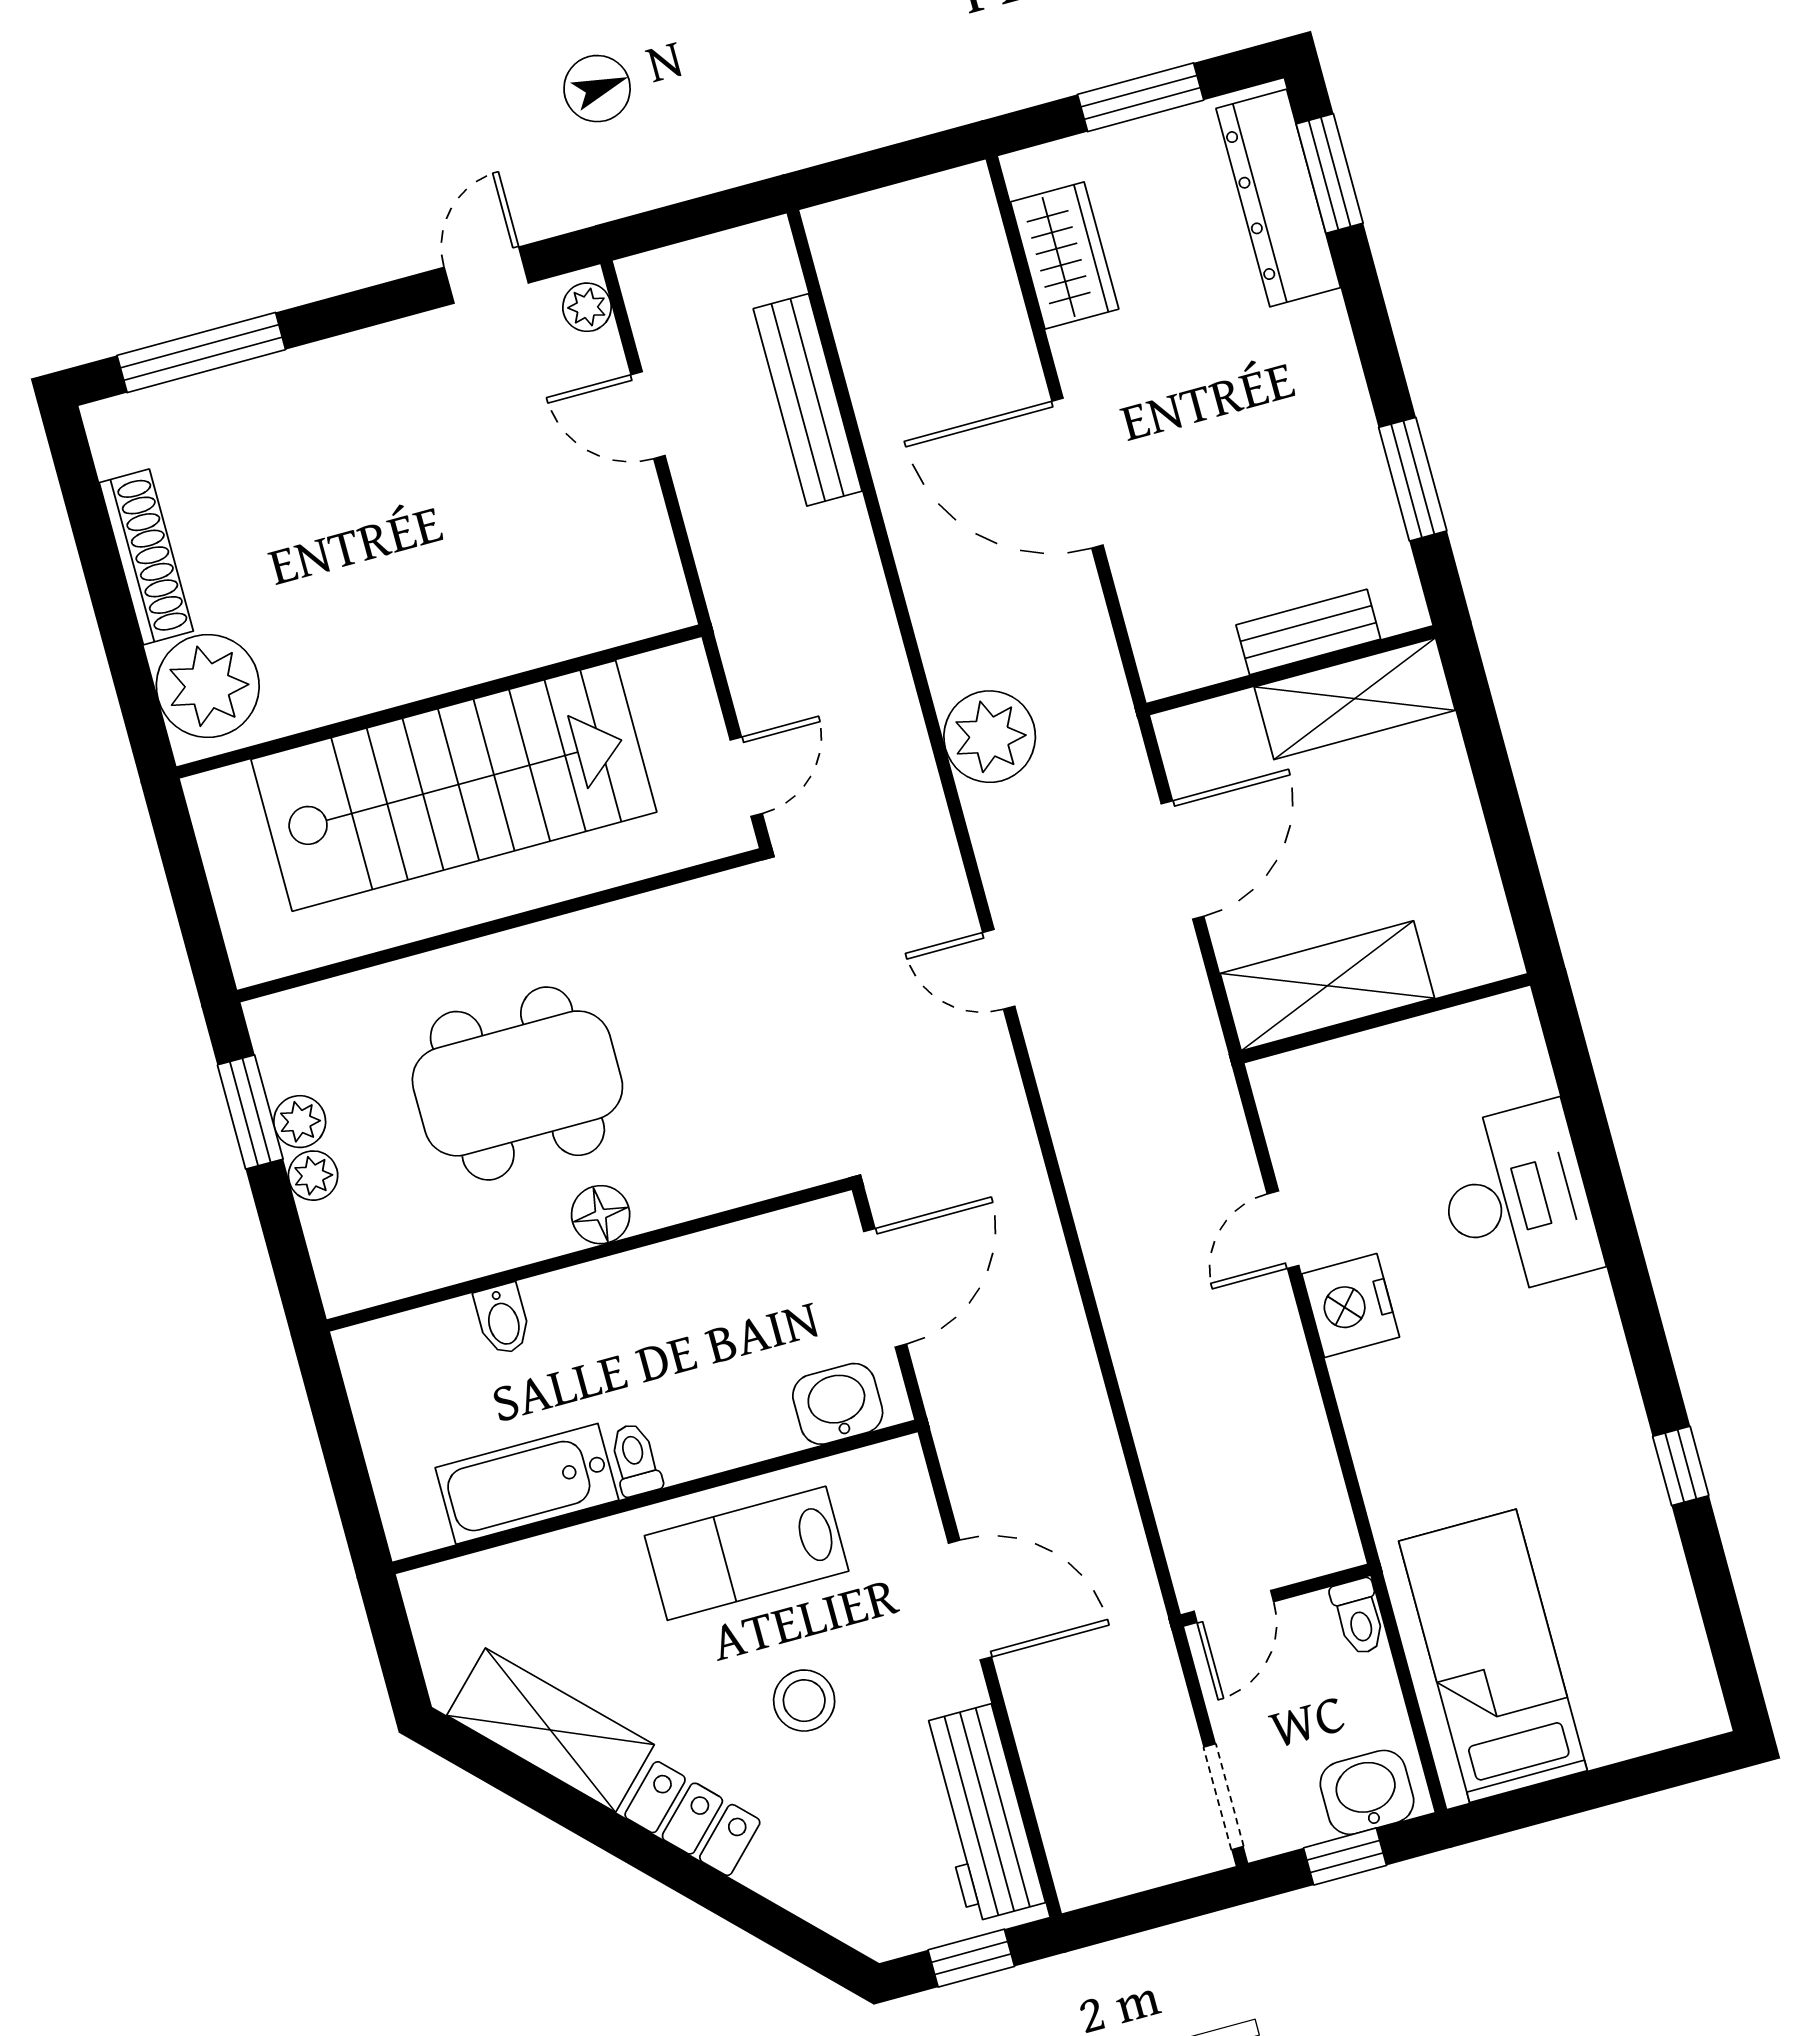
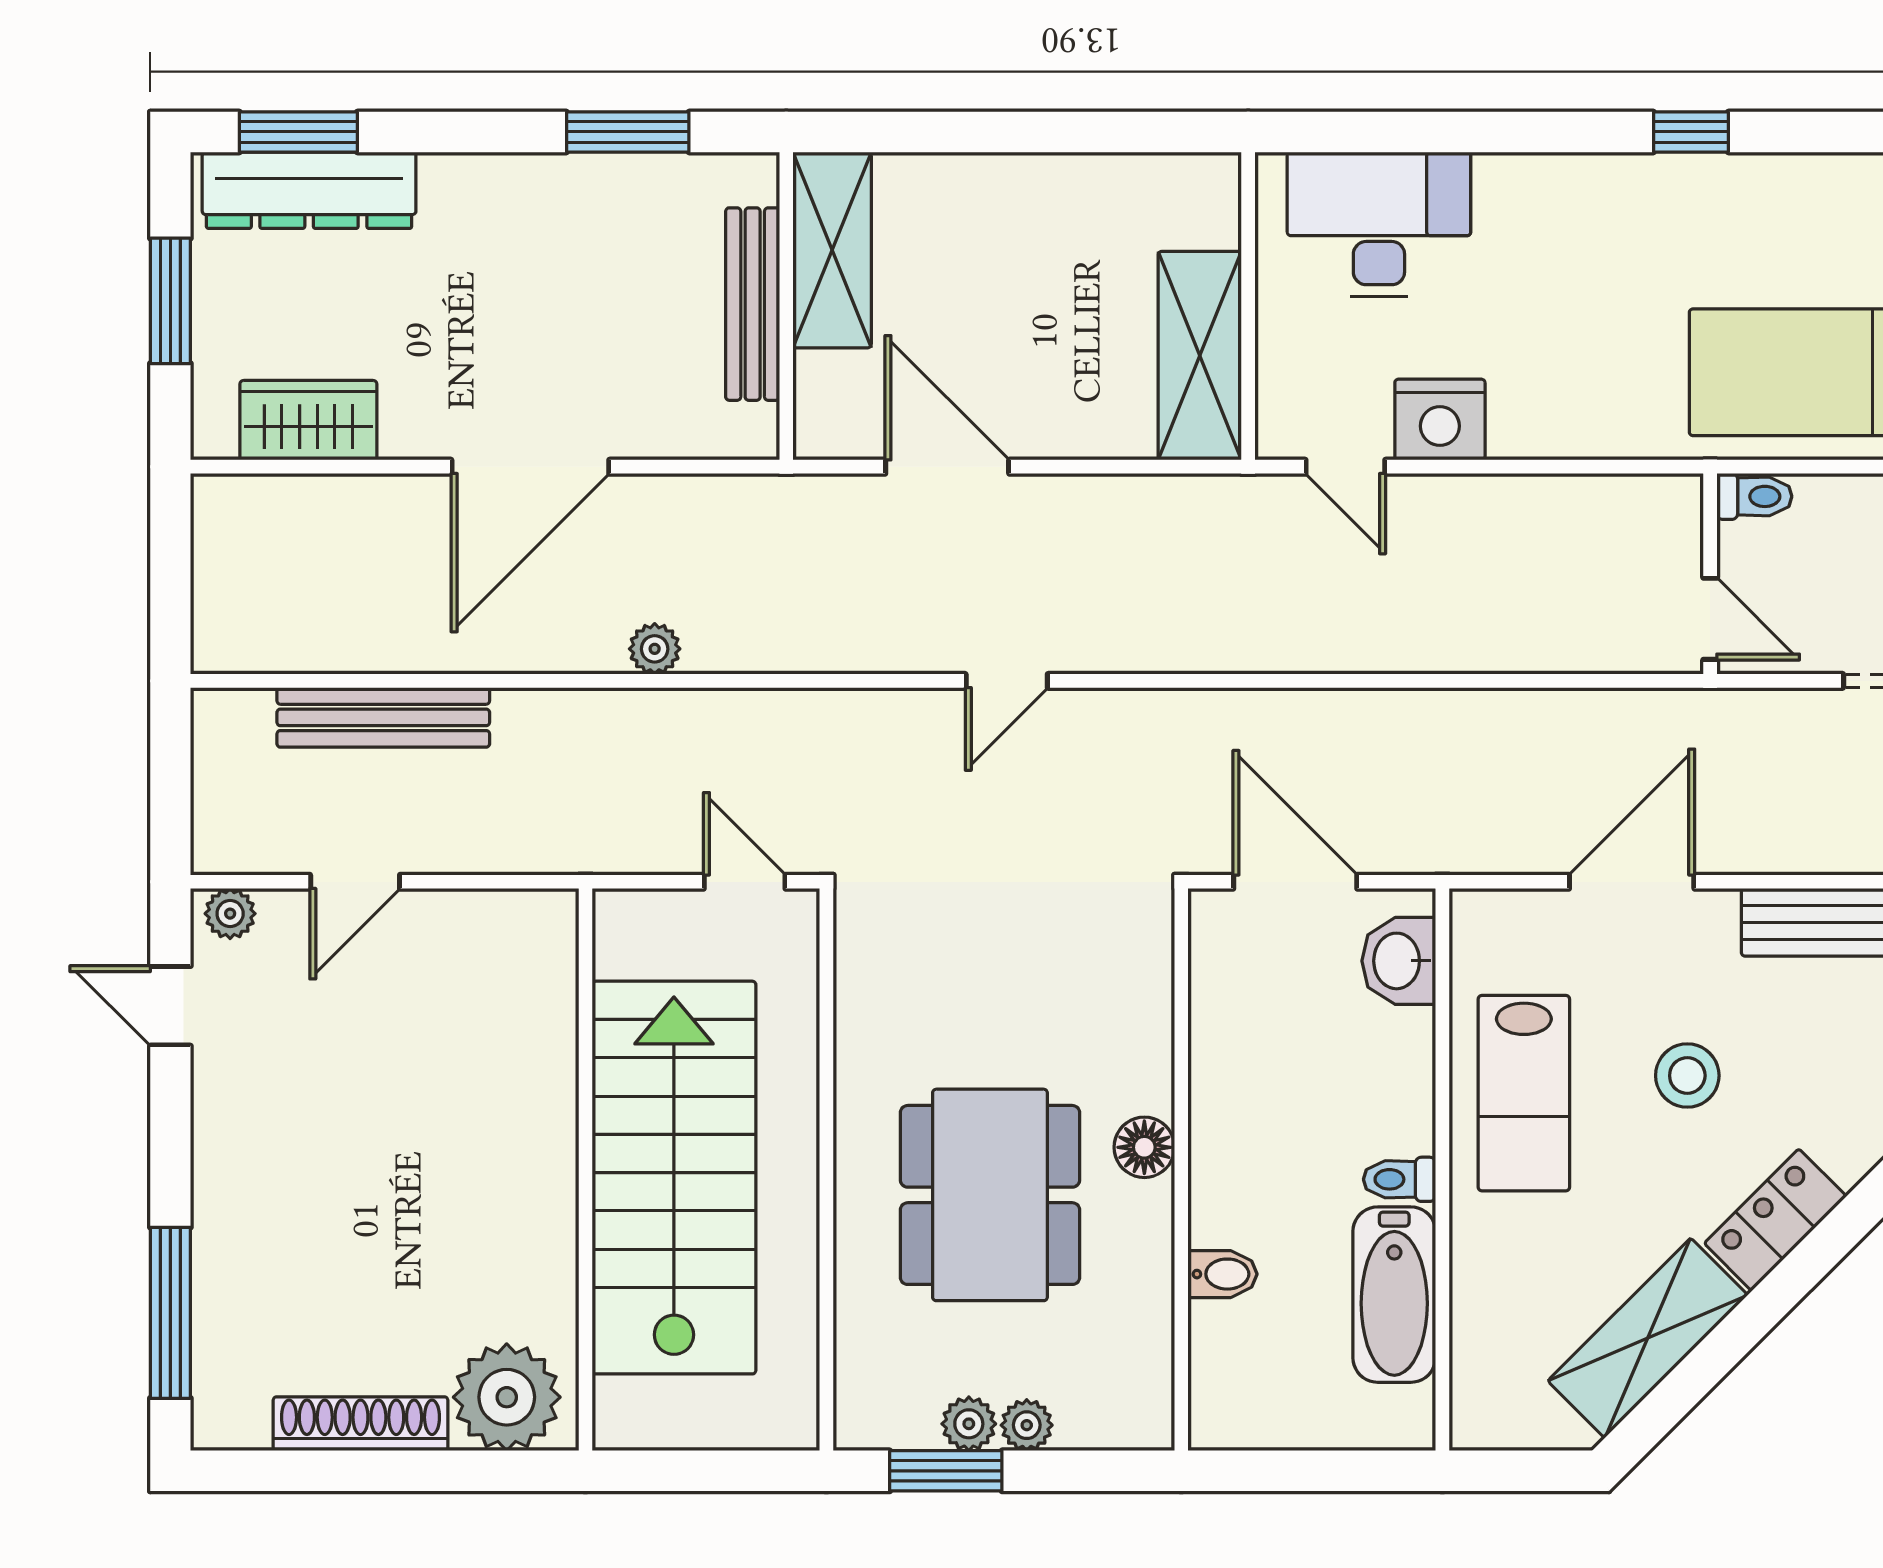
bench: (1308, 632) -> (753, 304), width x1.36
plant: (990, 737) -> (655, 649), moved, width x0.53, depth x0.53
shelving: (1327, 986) -> (1200, 356), moved
wall: (1386, 1018) -> (1248, 306), moved

